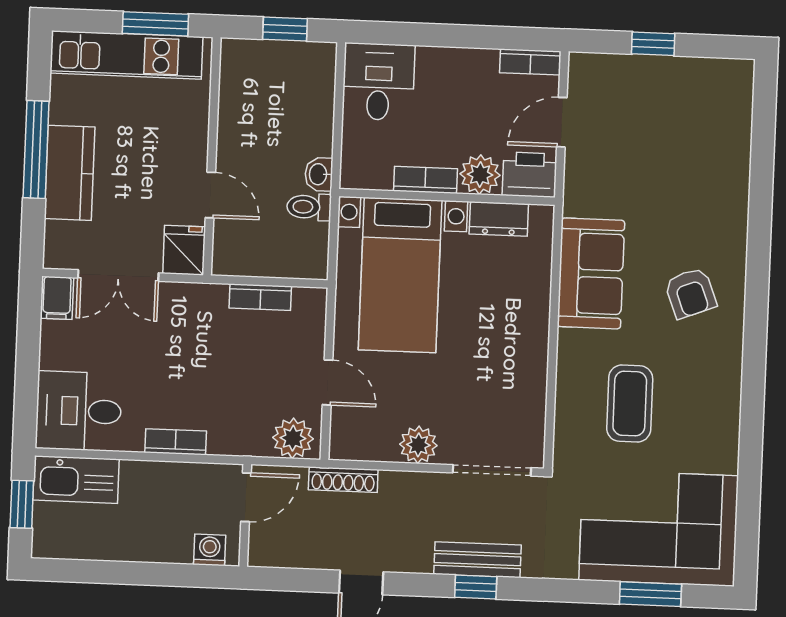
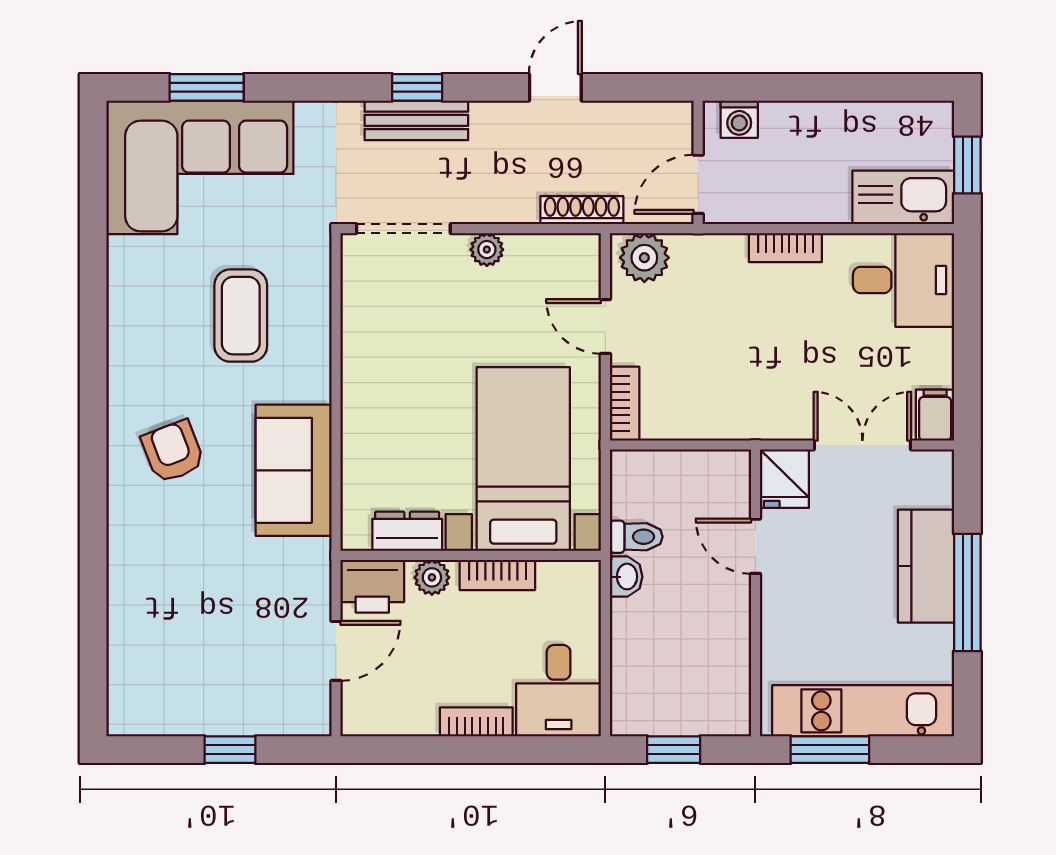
bookcase: (530, 62) -> (476, 722), moved
plant: (480, 175) -> (432, 577), width x0.73, depth x0.73
bookcase: (260, 297) -> (625, 404), moved, turned 90
plant: (418, 445) -> (487, 250), width x0.73, depth x0.73

